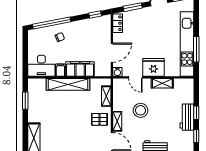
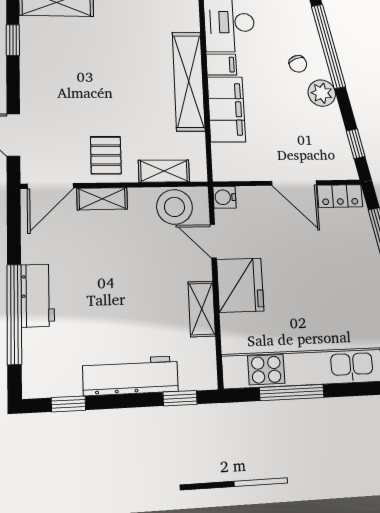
plant: (73, 28) -> (322, 93), added
door: (112, 53) -> (294, 183), moved
door: (135, 77) -> (213, 241), hinge flipped
stool: (141, 110) -> (174, 207), moved
window: (196, 113) -> (180, 398), moved
workbench: (187, 117) -> (131, 376), width x1.38

